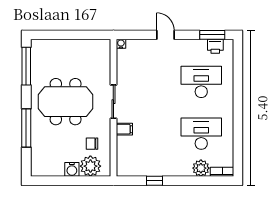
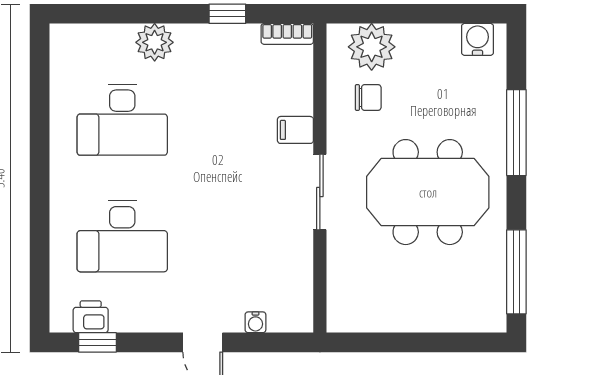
window: (212, 35) -> (97, 342), width x0.67
water cooler: (121, 44) -> (255, 322), moved
plant: (201, 168) -> (155, 42), moved
water cooler: (72, 169) -> (477, 39), moved
bookcase: (222, 172) -> (287, 34), moved

